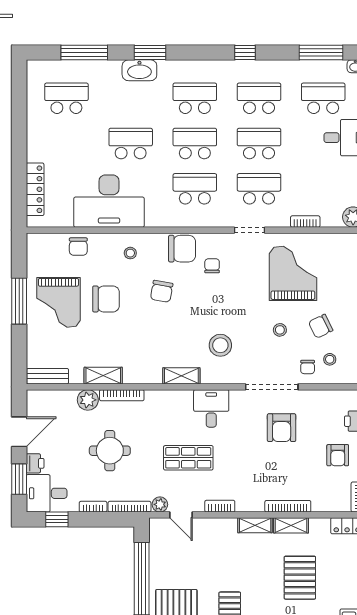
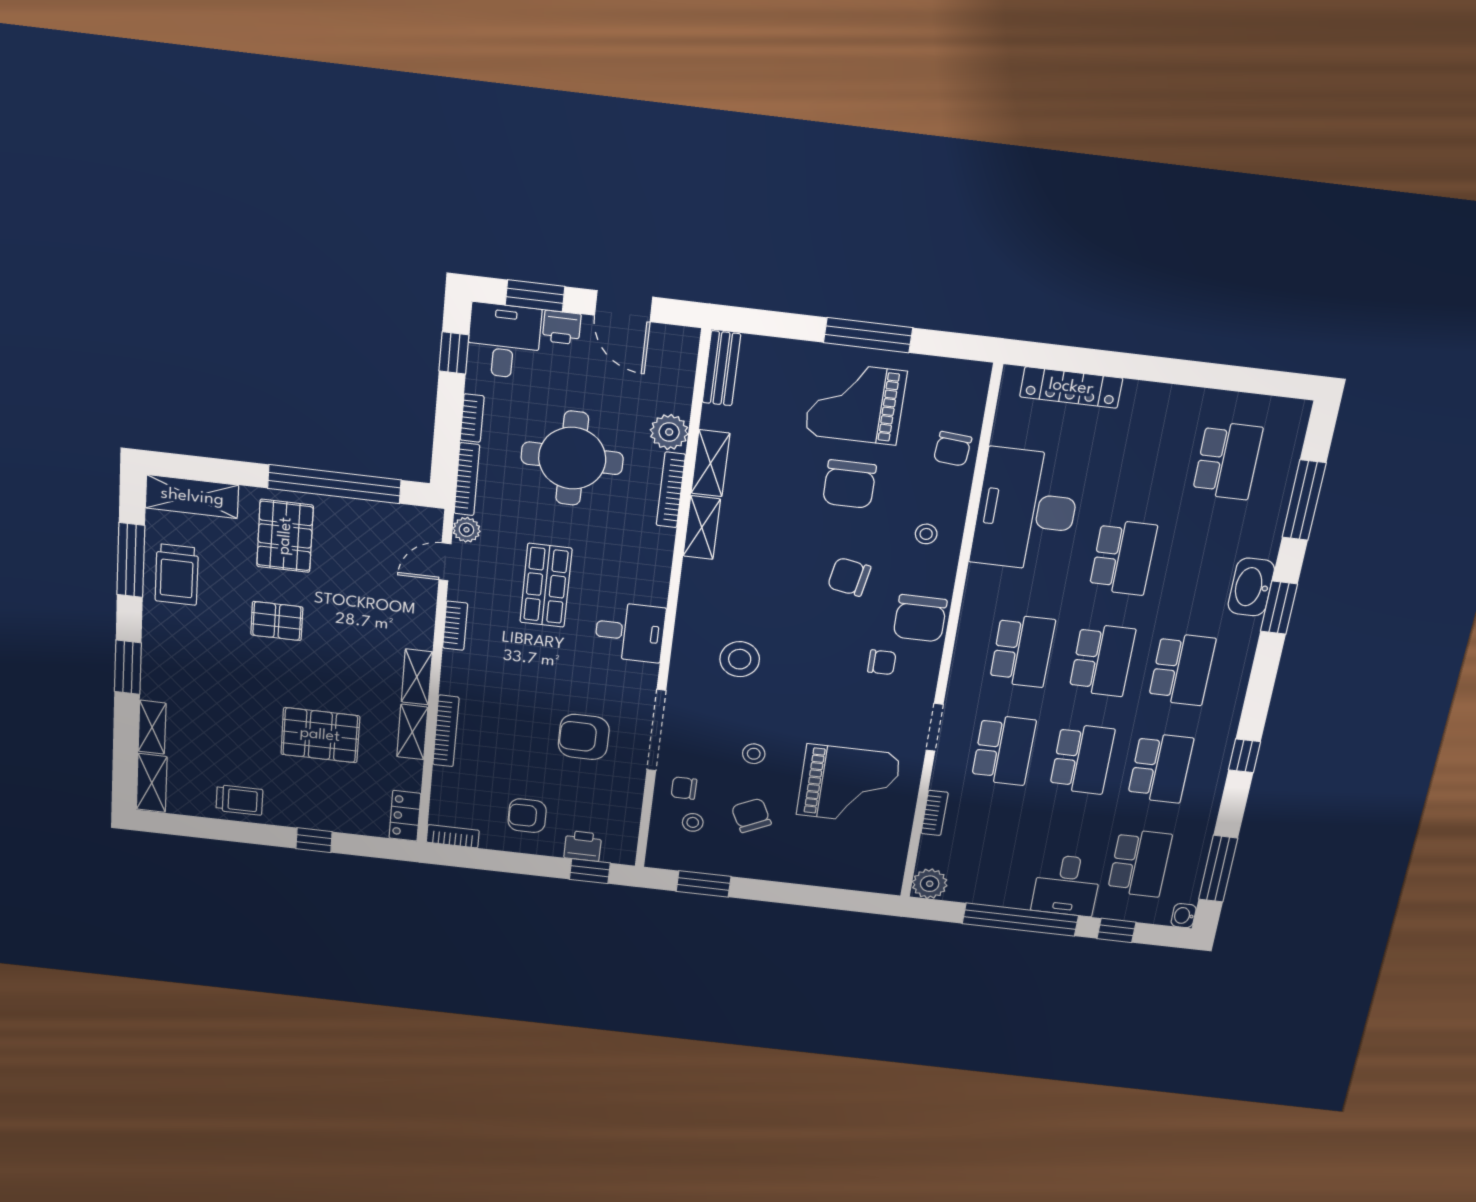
chair: (78, 247) -> (953, 449), turned -85
shelving: (181, 376) -> (702, 528), moved
round table: (110, 451) -> (572, 458), width x1.36, depth x1.36

